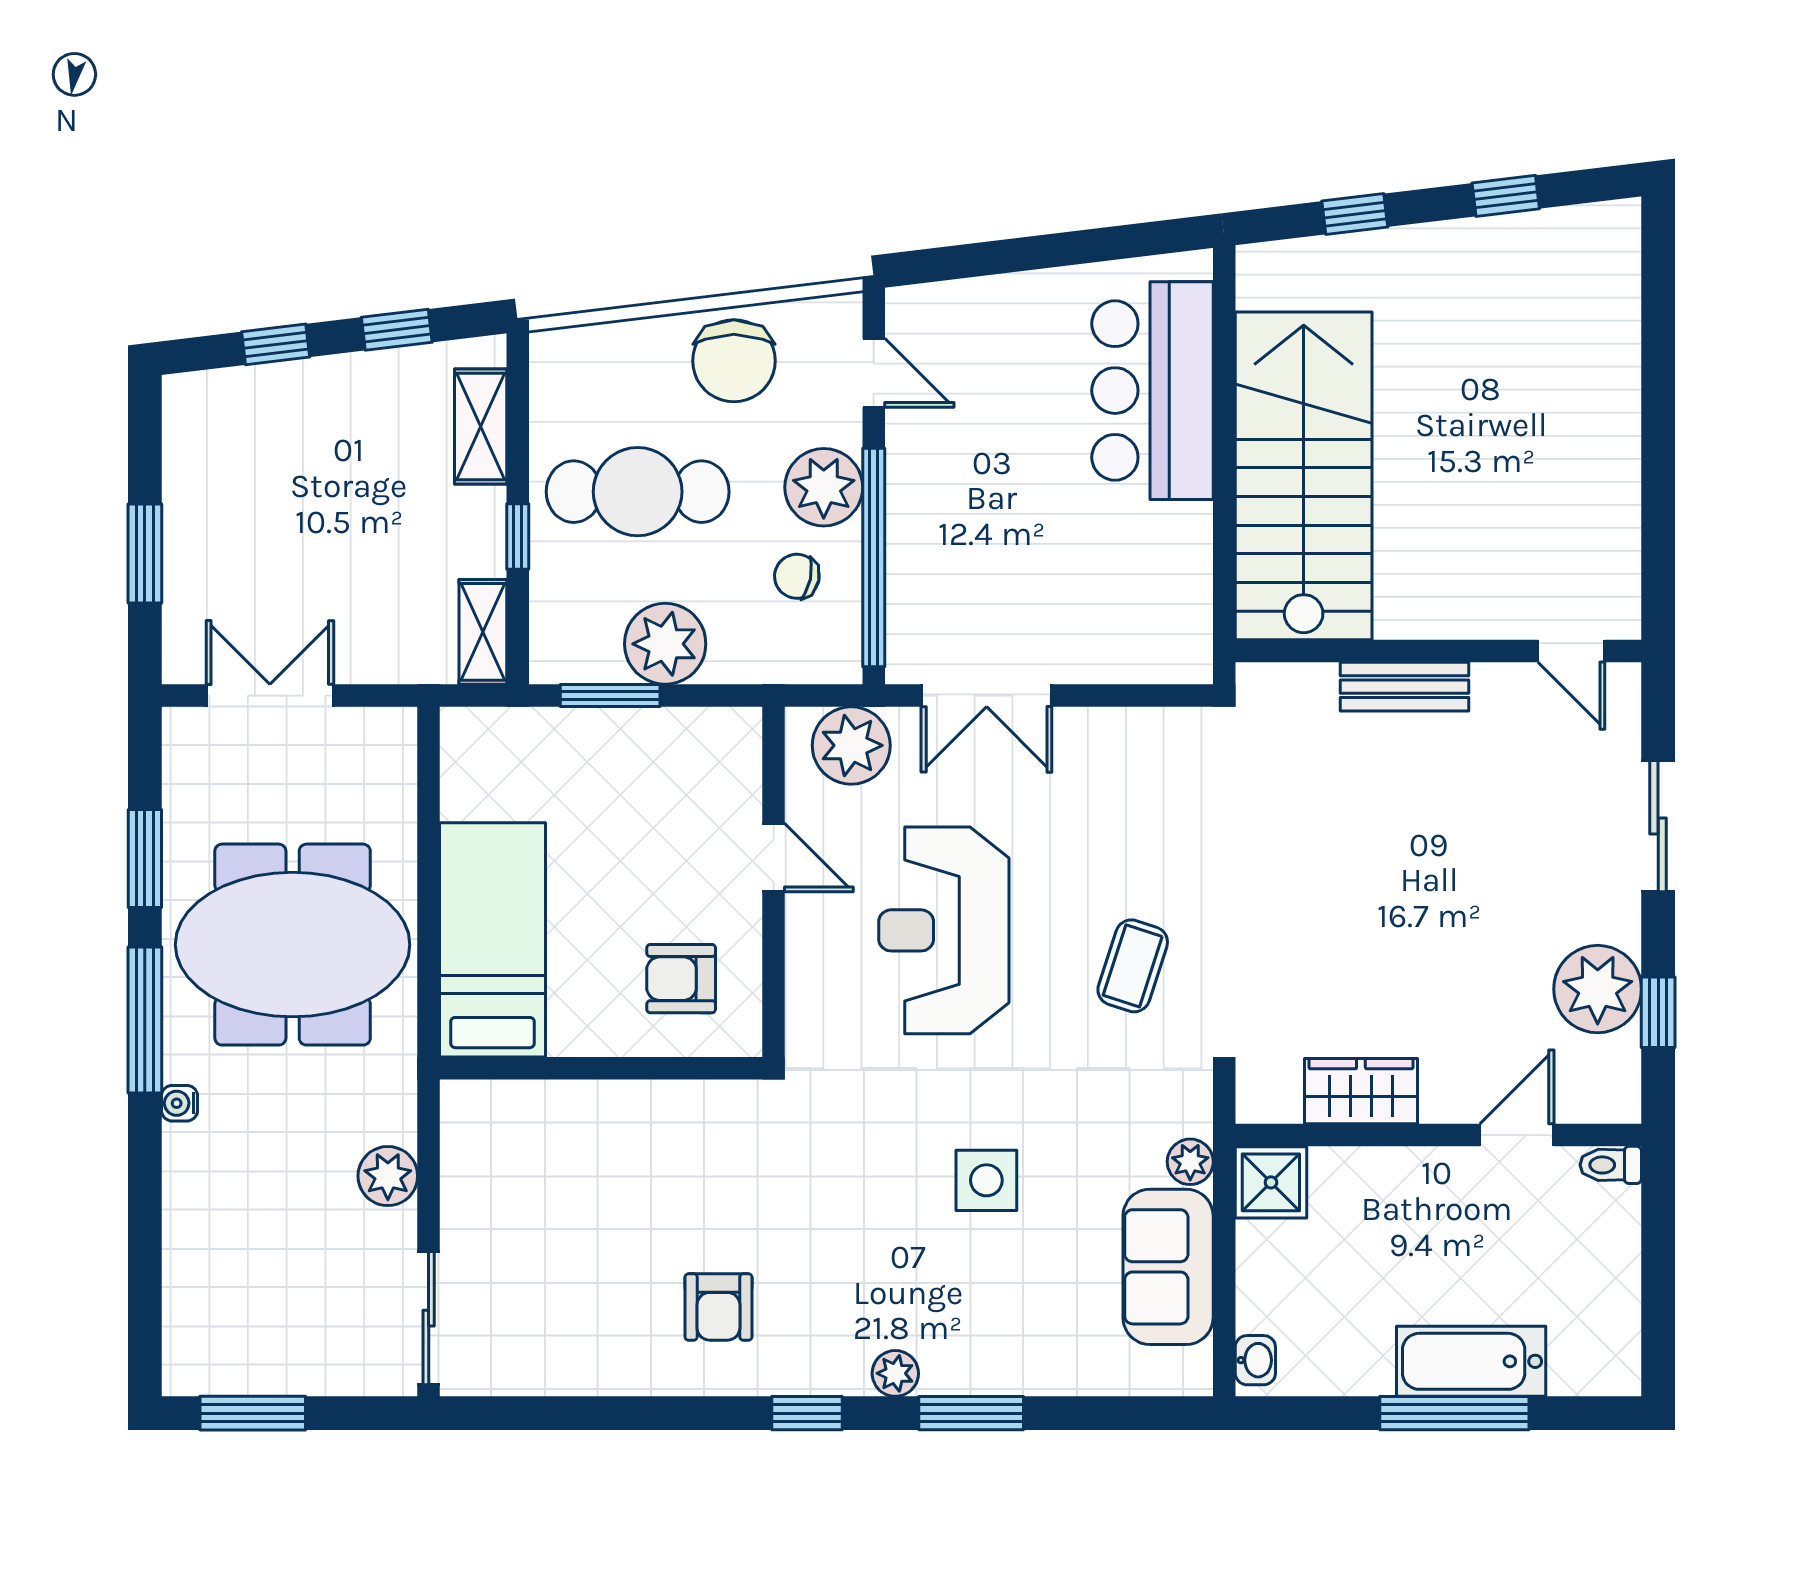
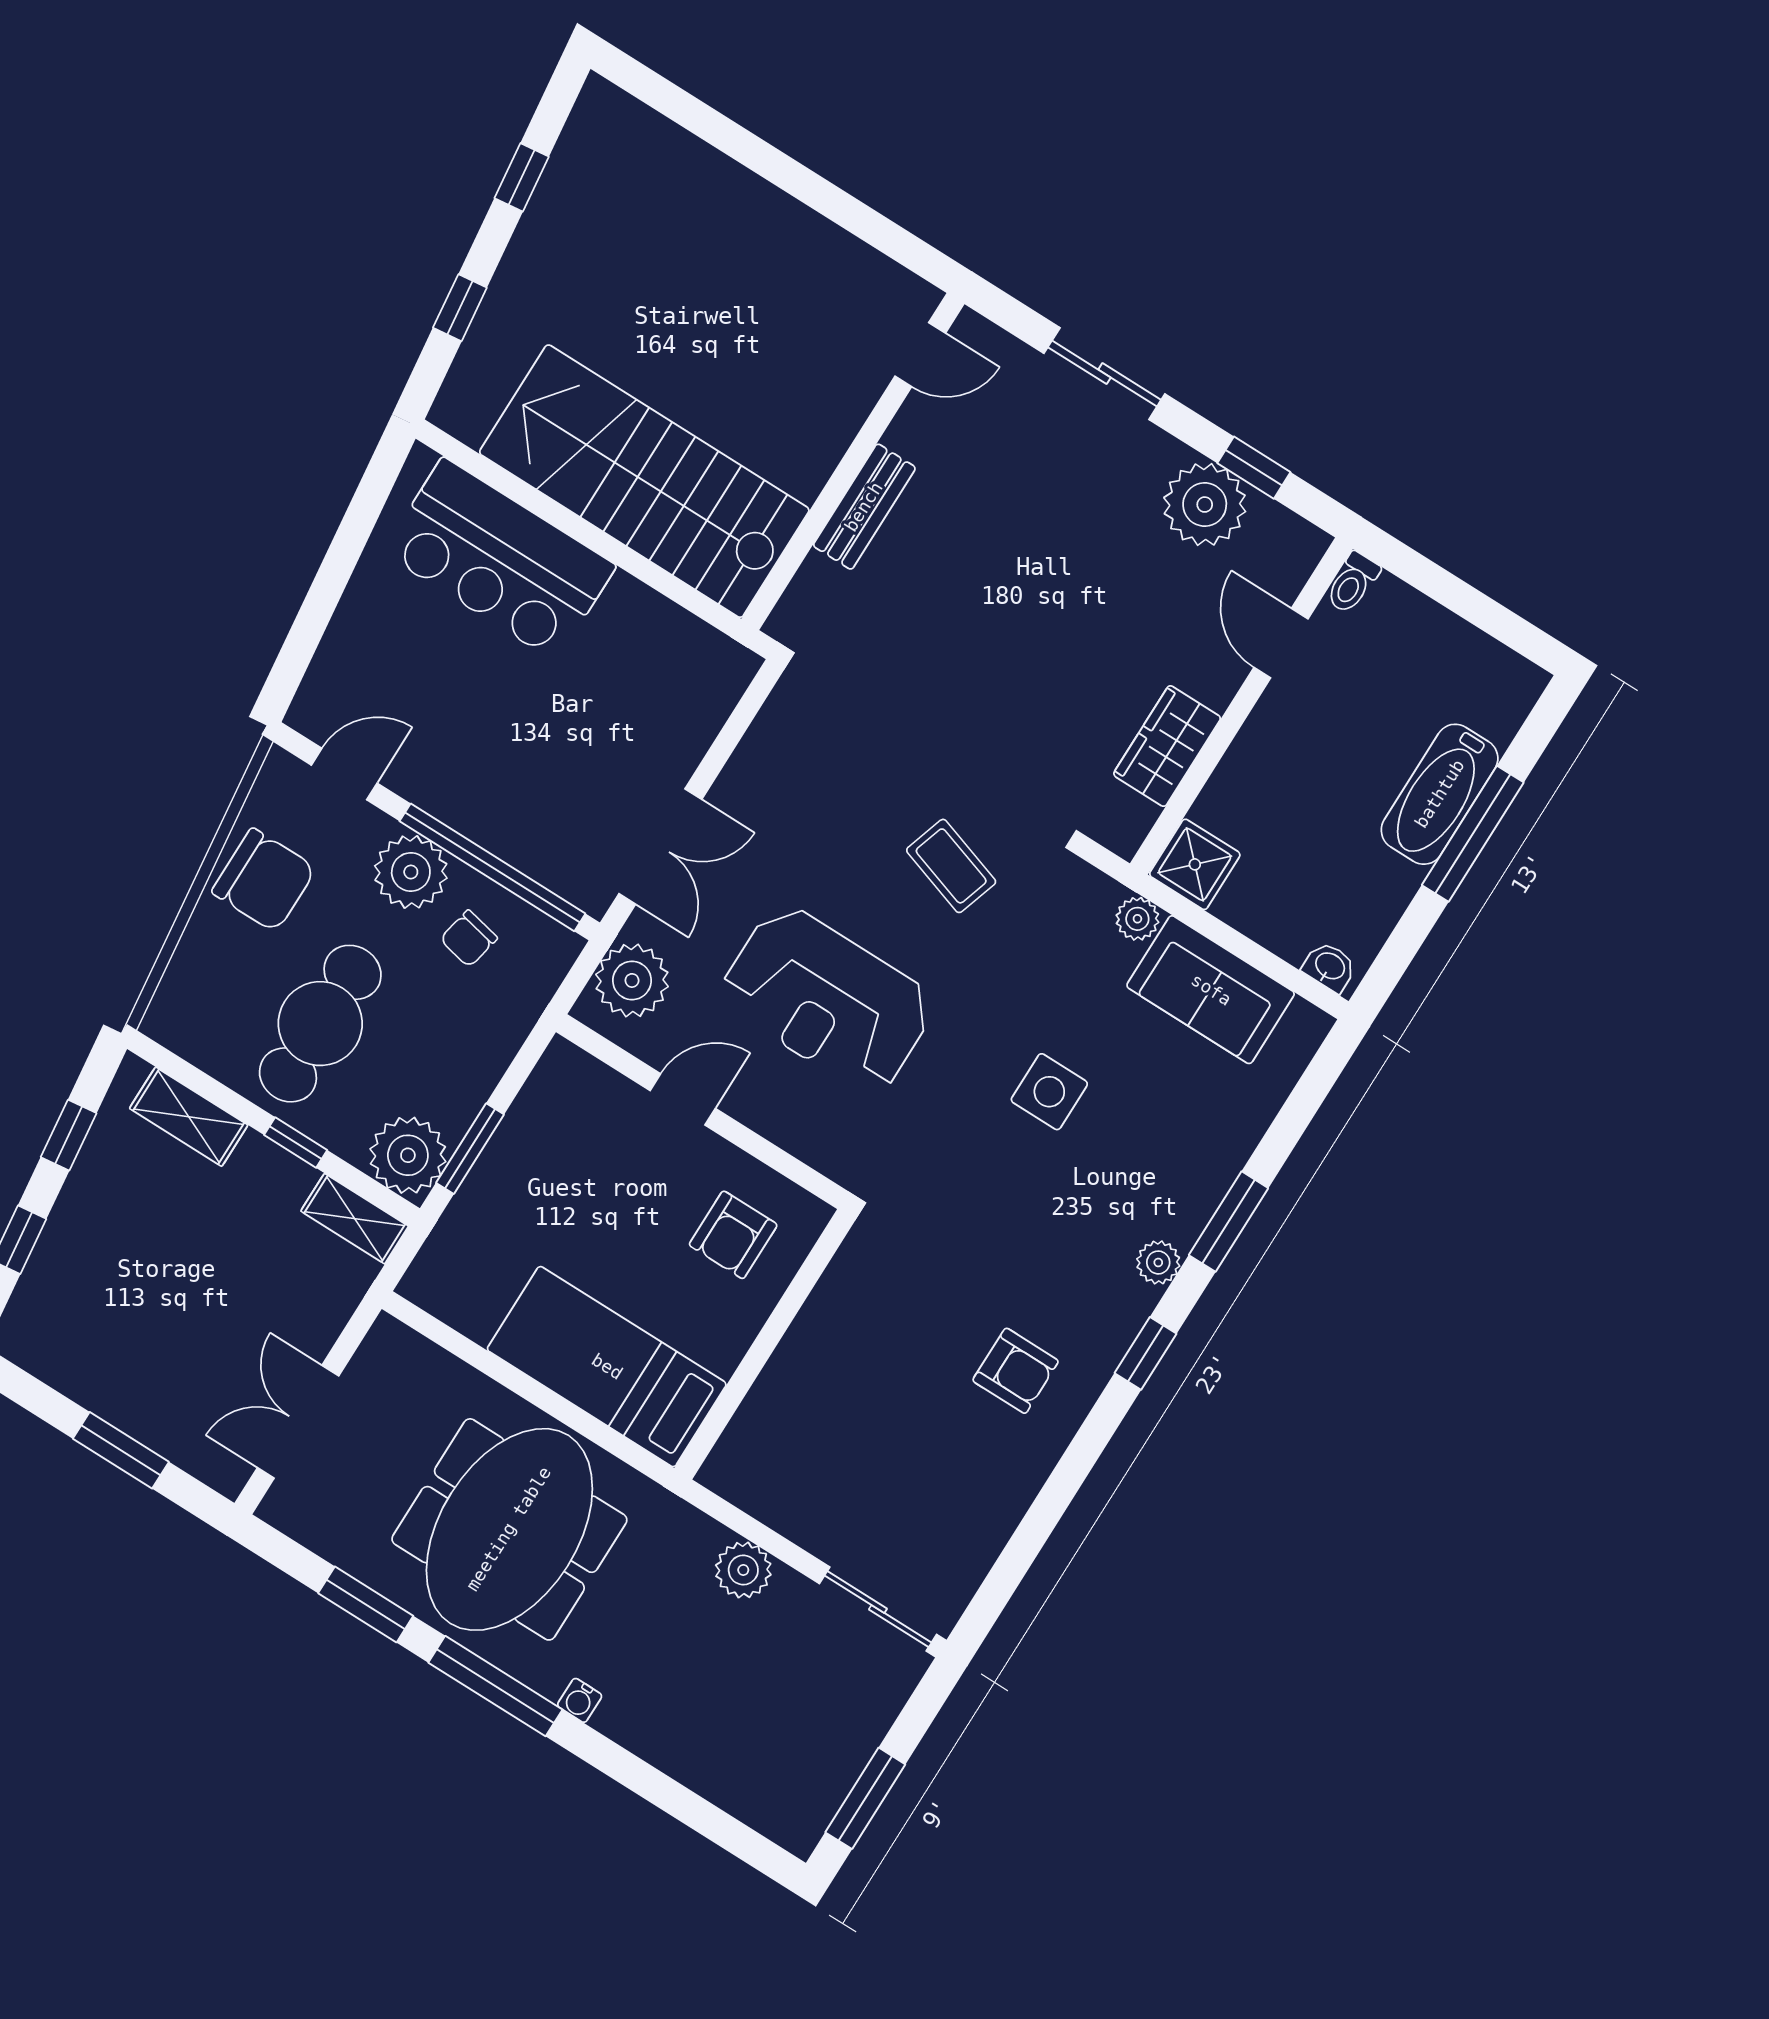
plant: (665, 644) -> (408, 1155), moved

